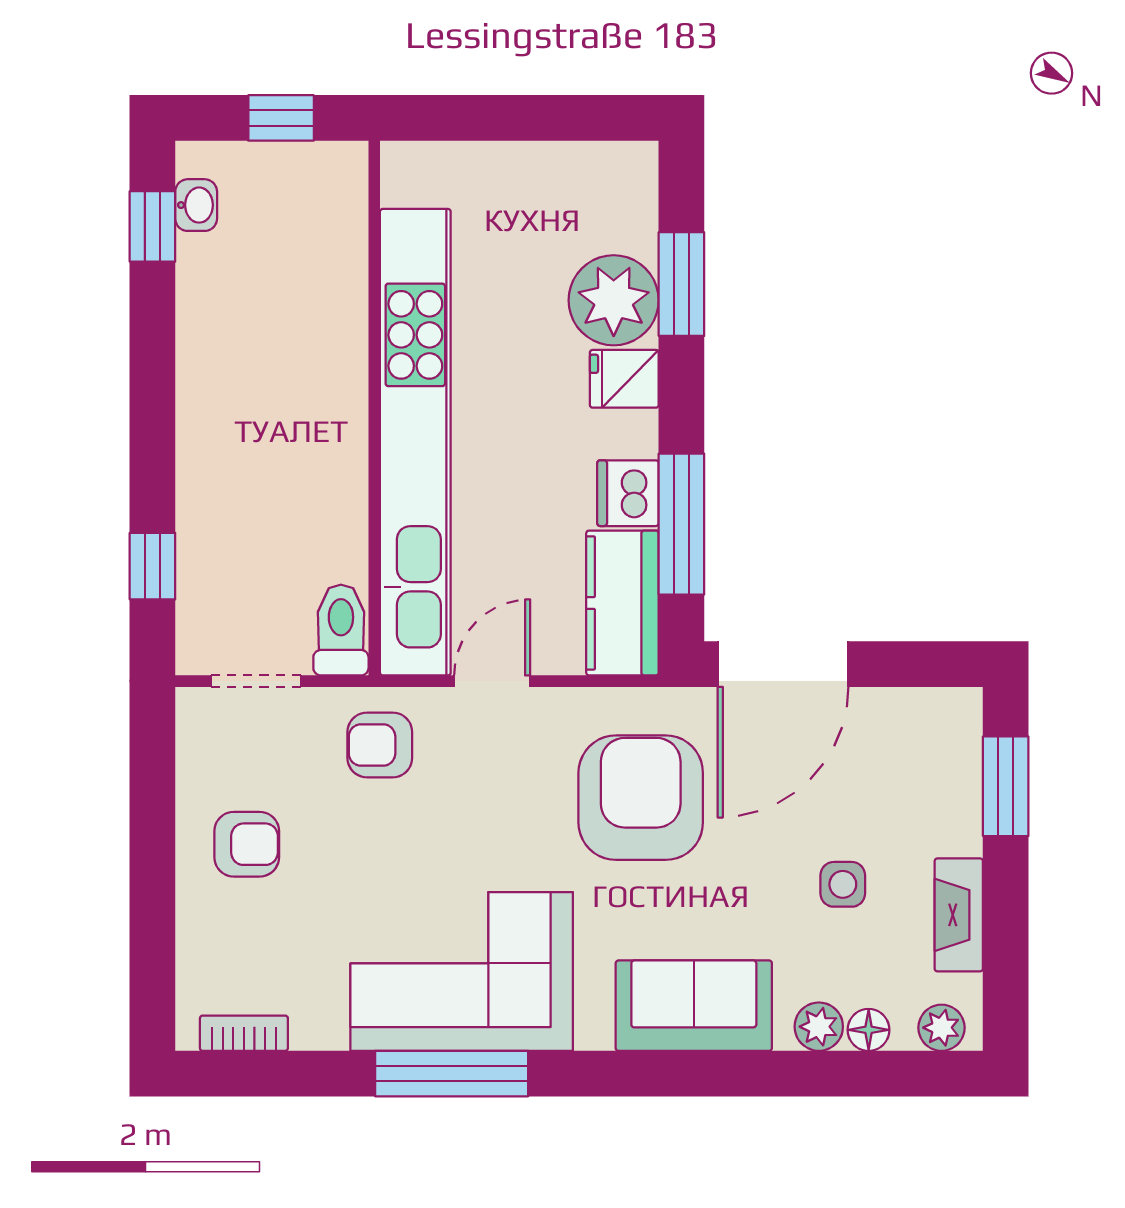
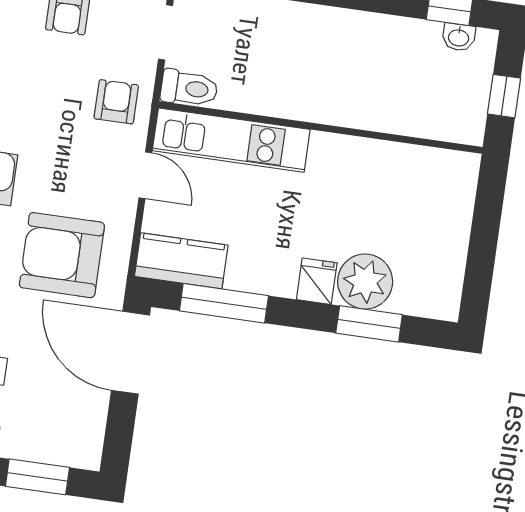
kitchen unit: (415, 442) -> (231, 140), width x0.54
dishwasher: (628, 493) -> (247, 274), removed
armchair: (641, 798) -> (62, 255), turned 180

